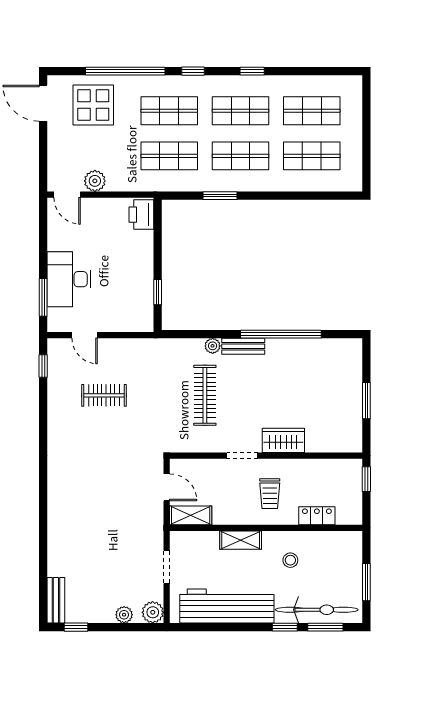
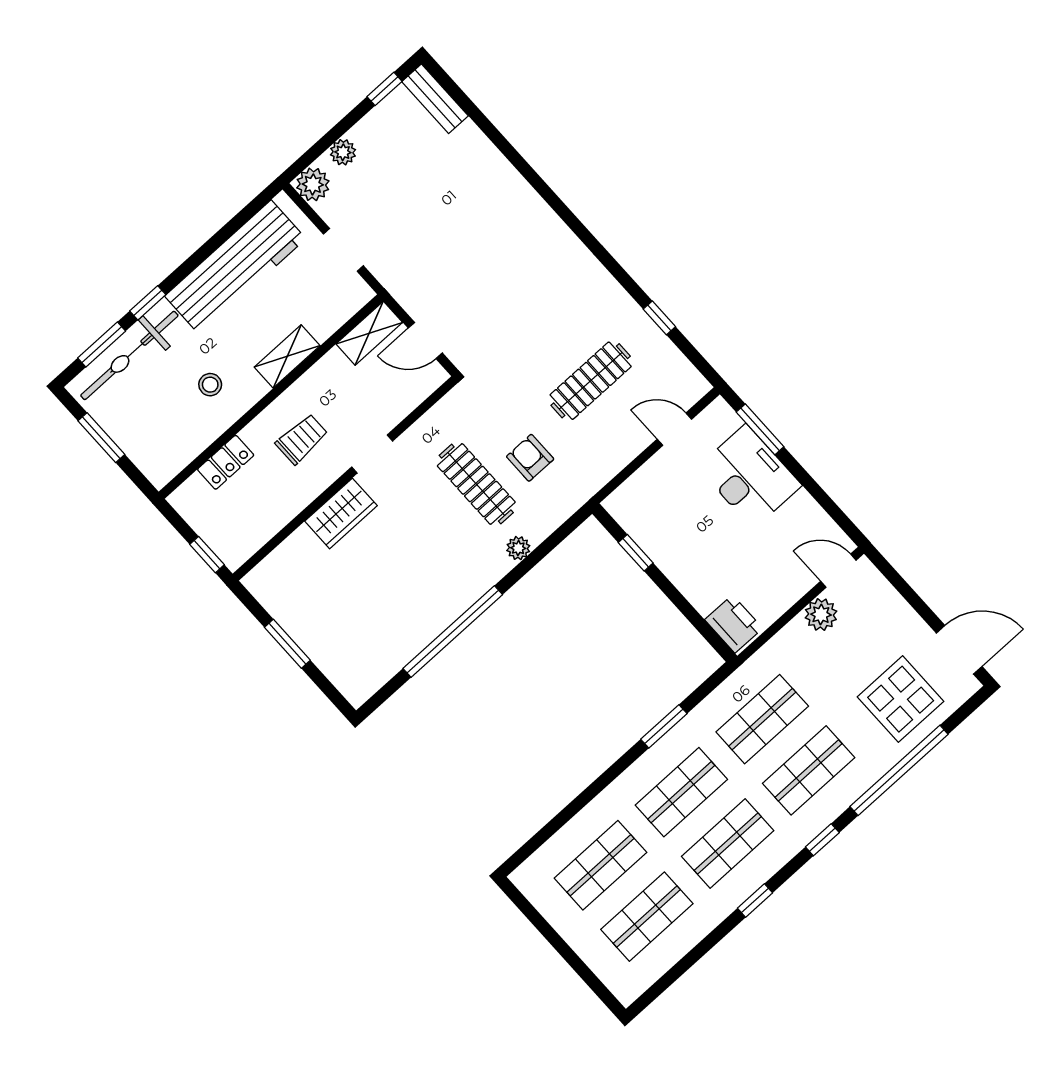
bench: (243, 346) -> (483, 579), removed
window: (43, 366) -> (659, 318), moved
armchair: (167, 384) -> (530, 458), added
clothes rail: (104, 395) -> (591, 381), width x1.36
trolley: (270, 494) -> (302, 439), turned 90

